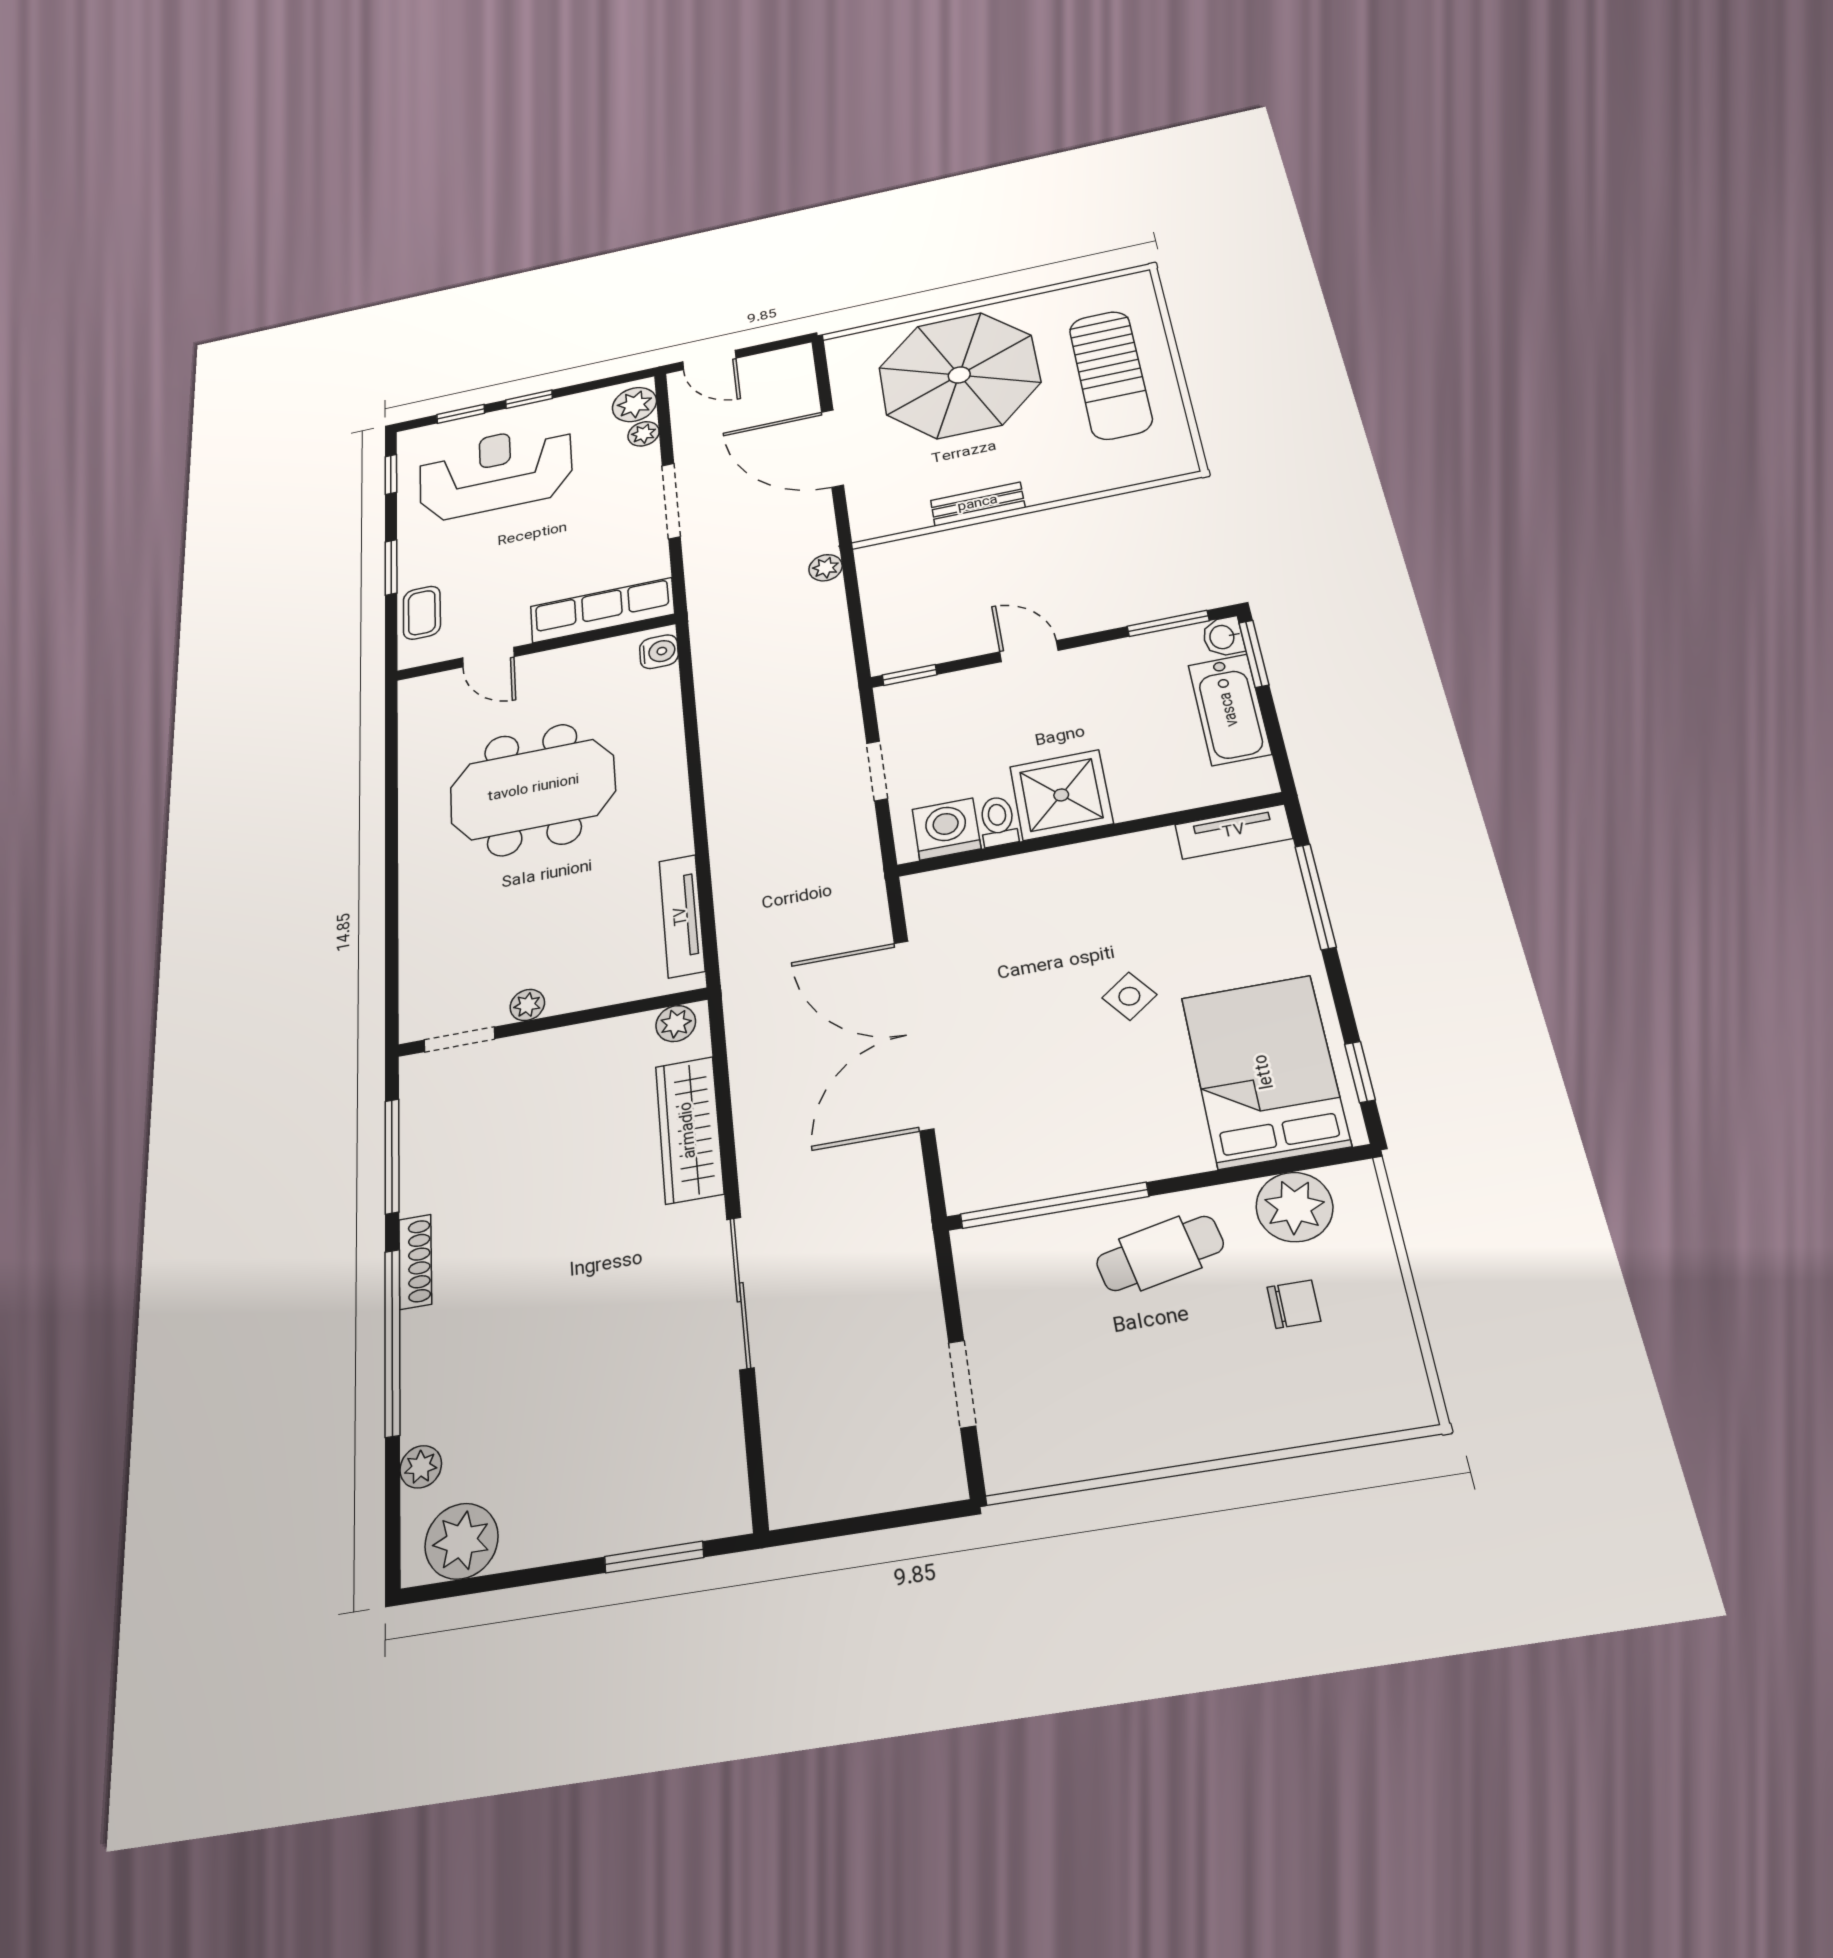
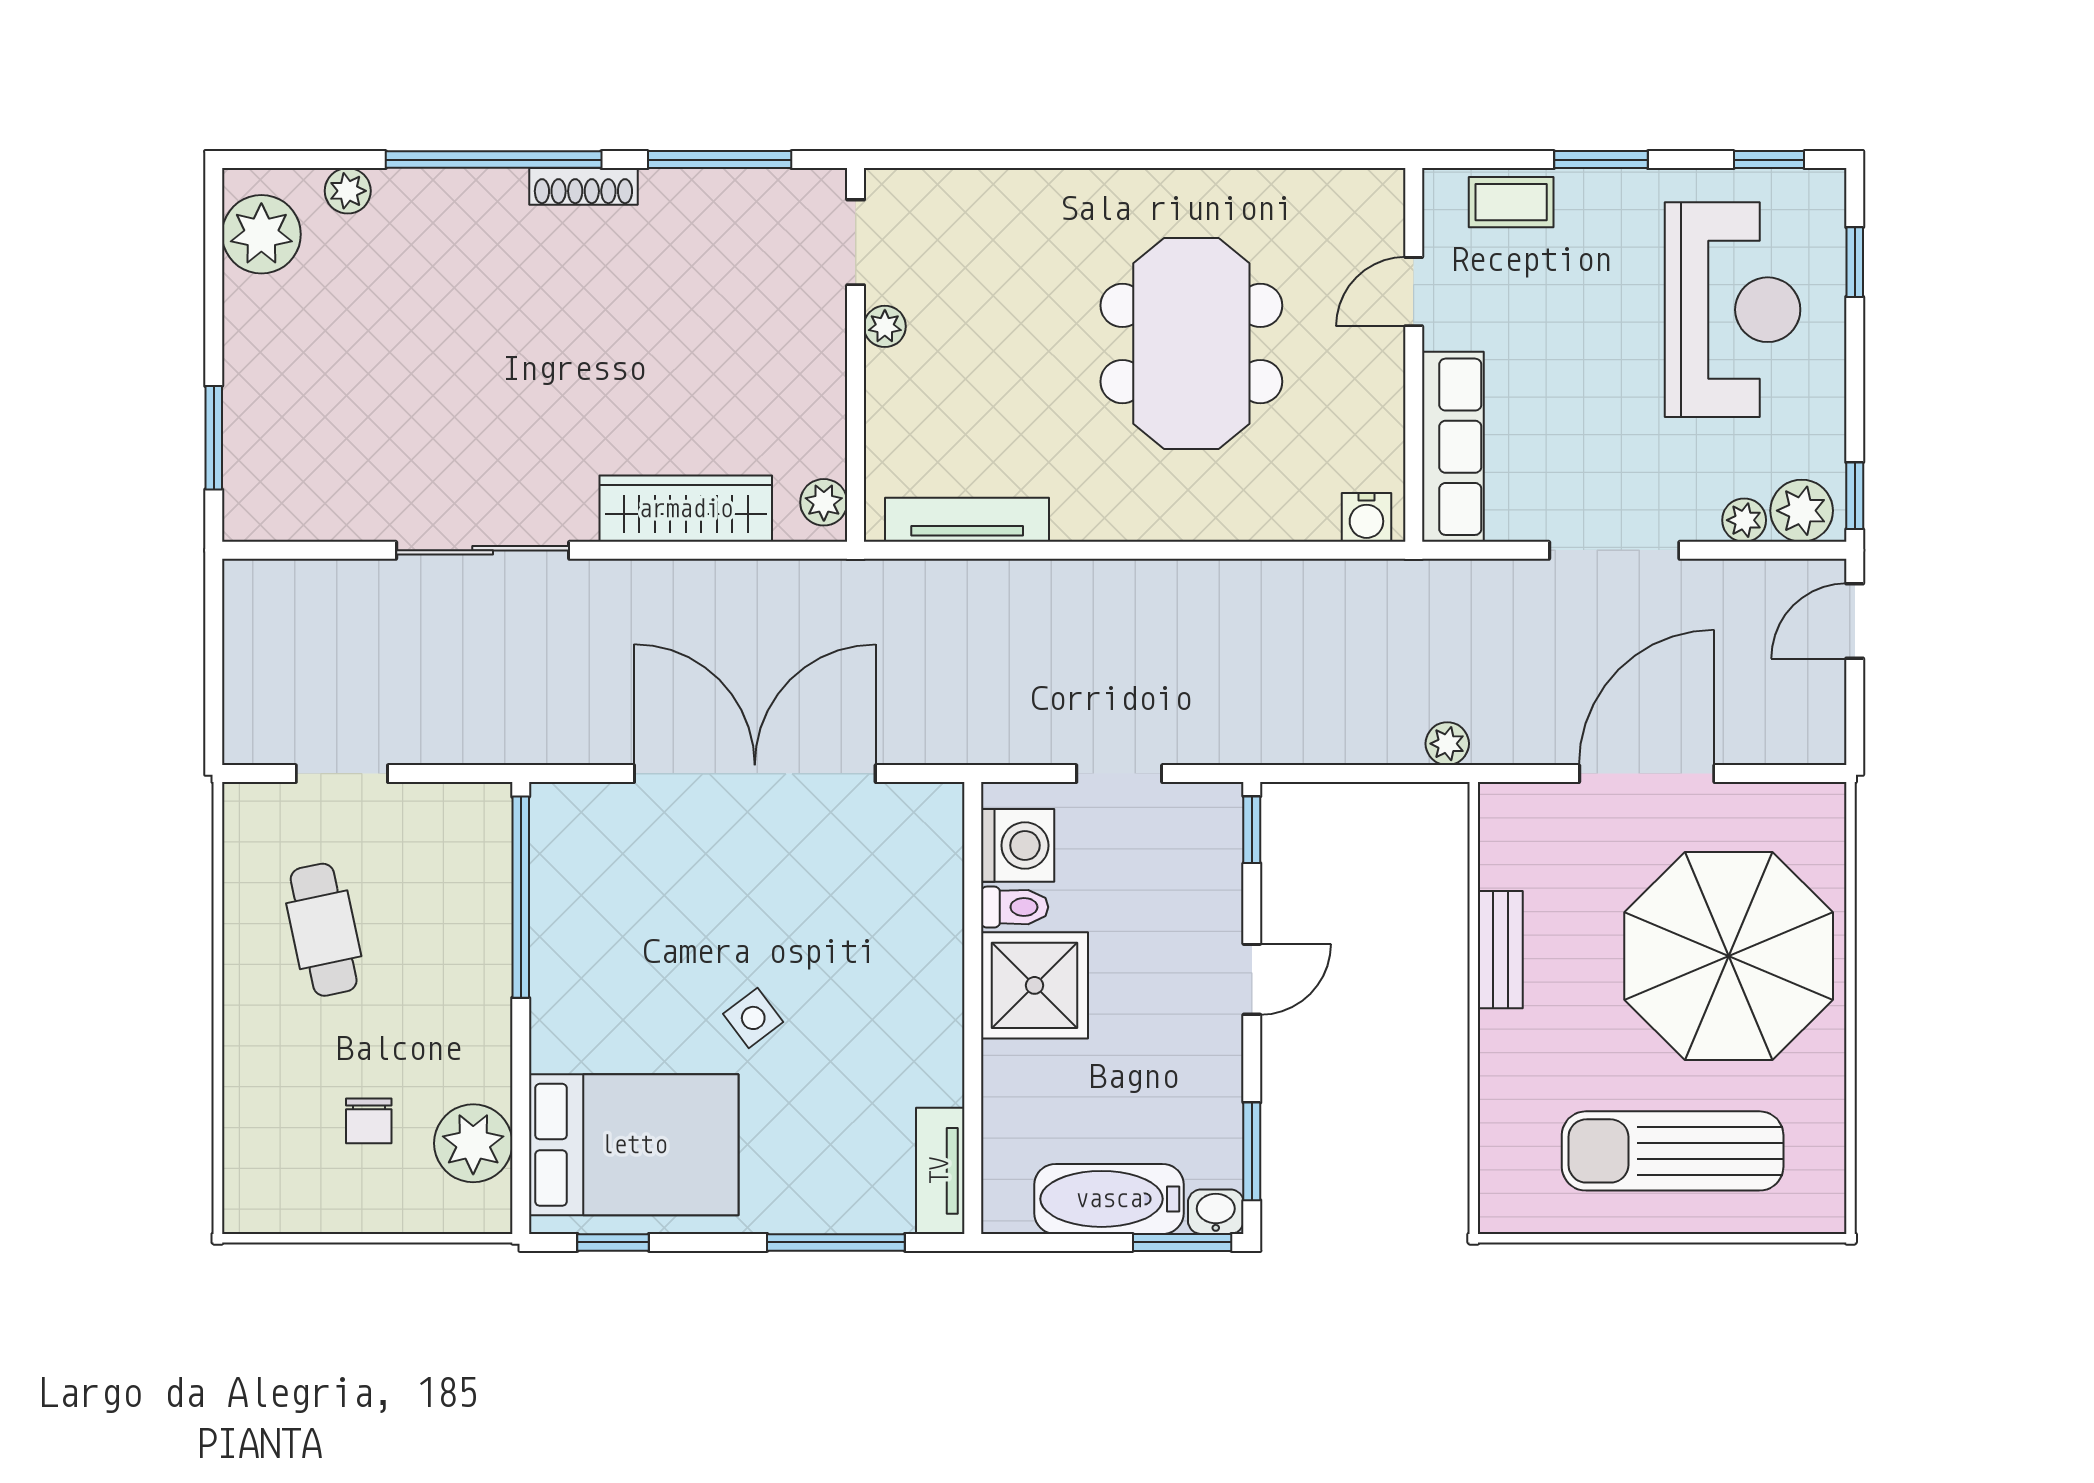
window: (529, 399) -> (1855, 496), moved
cafe table: (1160, 1253) -> (324, 930), moved

